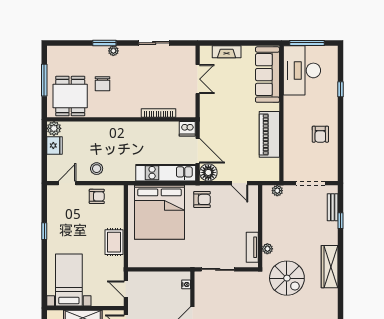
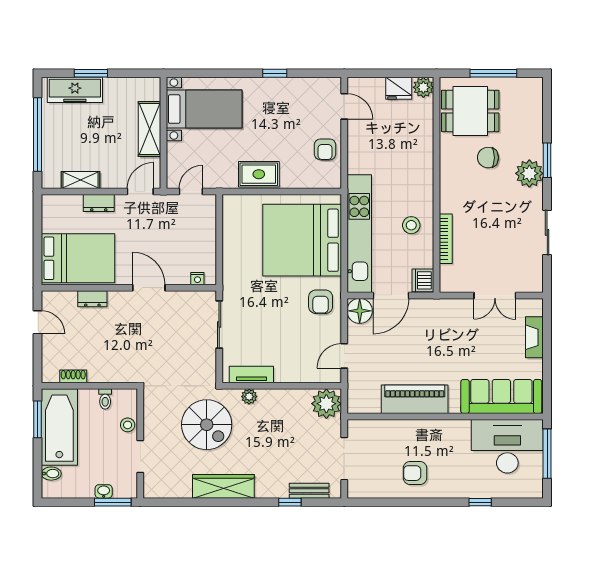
plant: (113, 51) -> (529, 173), width x1.88, depth x1.88
stool: (97, 169) -> (411, 225), moved
kitchen unit: (166, 173) -> (359, 234), width x1.36
plant: (277, 191) -> (326, 404), width x1.88, depth x1.88
spiral stairs: (287, 278) -> (207, 425), turned -90

